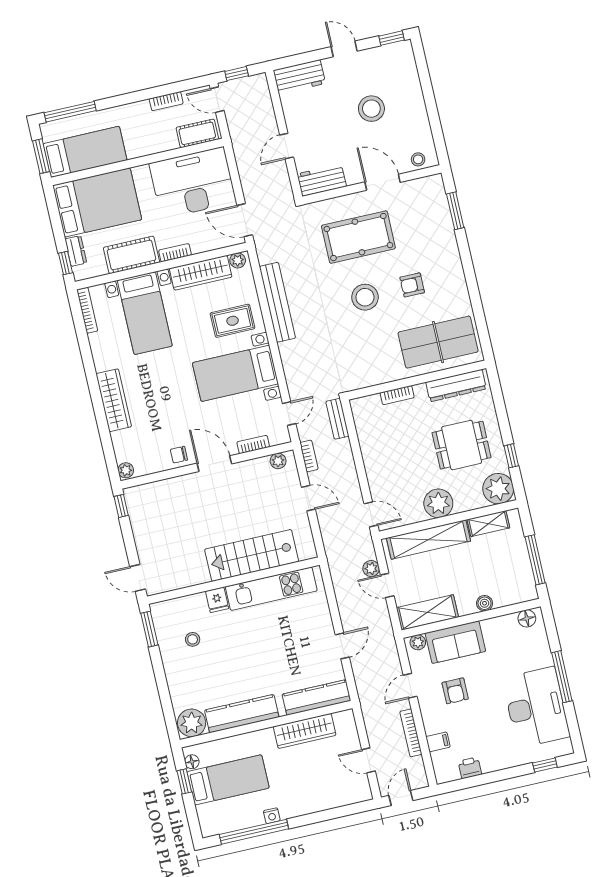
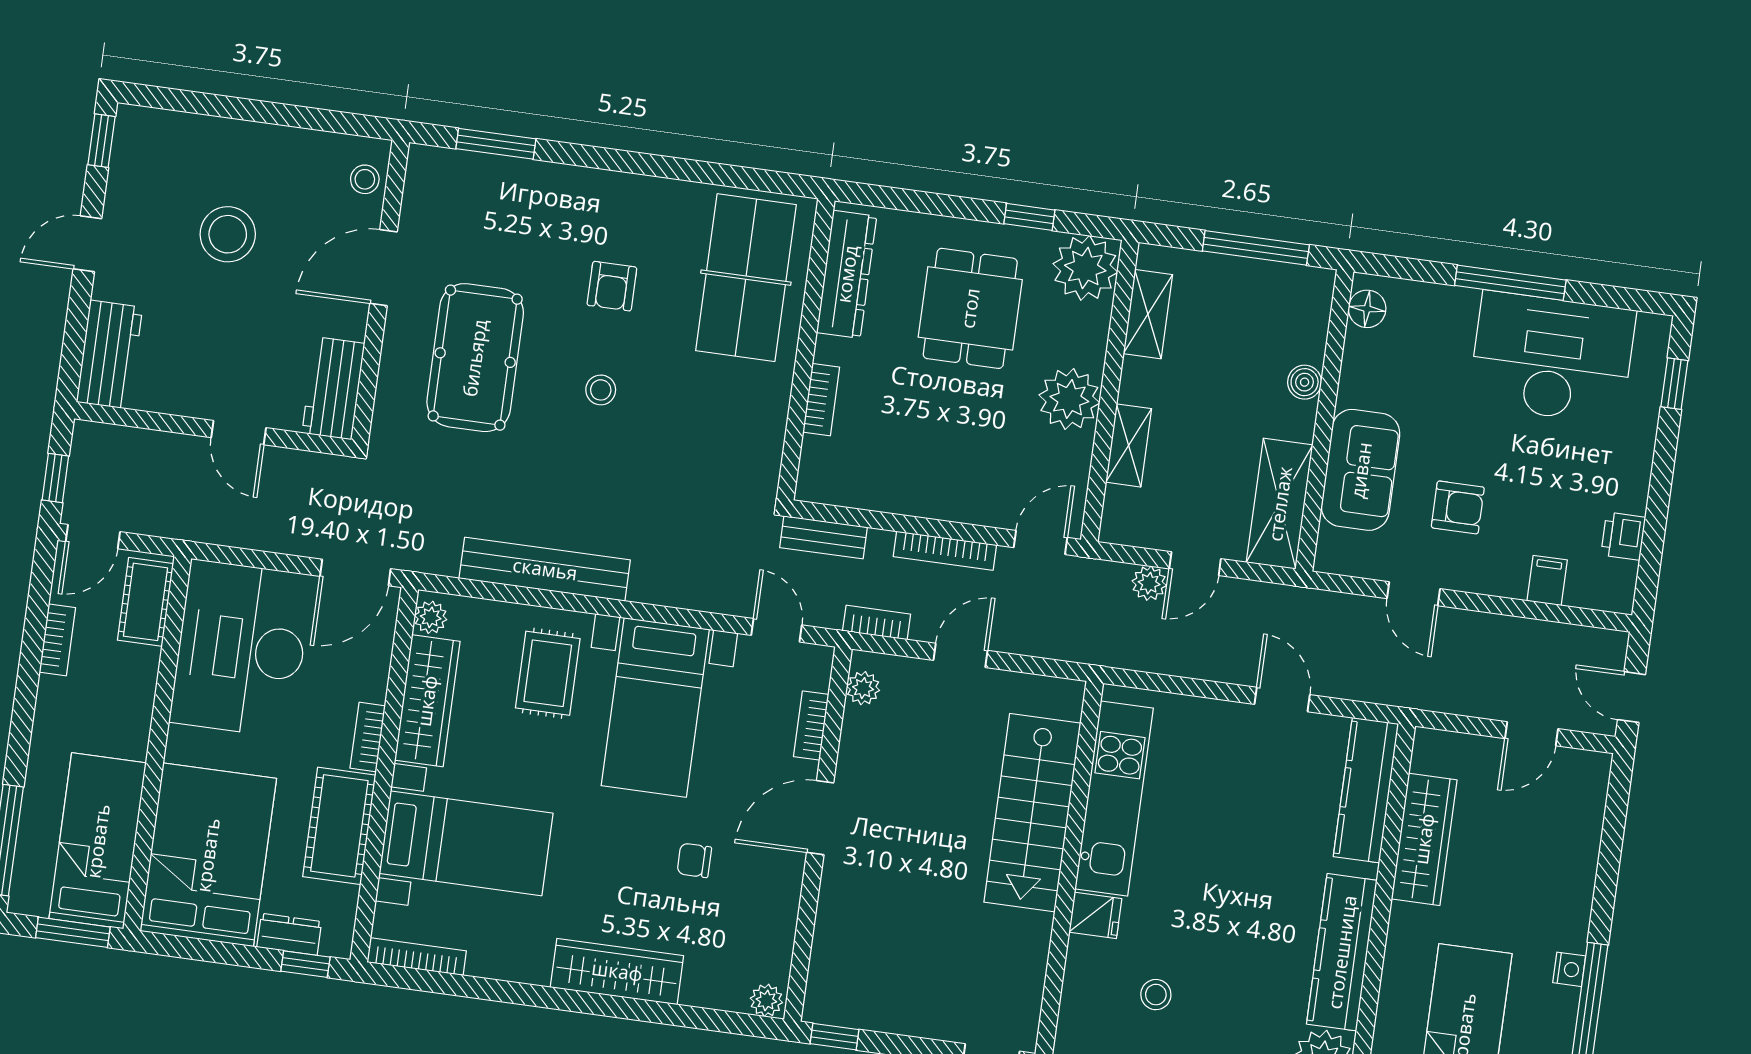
stool: (365, 297) -> (601, 390), width x0.53, depth x0.53
chair: (179, 455) -> (694, 860), moved, turned 90
shelving: (428, 540) -> (1129, 445), width x0.45, depth x0.75
plant: (418, 642) -> (1332, 545), removed
bookcase: (411, 733) -> (945, 551), moved

